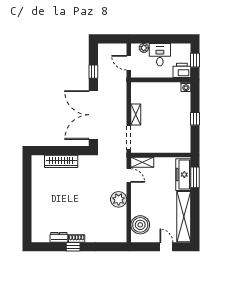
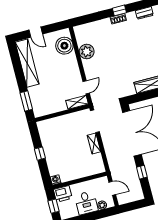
freezer: (183, 175) -> (37, 101), removed
door: (129, 176) -> (86, 87), swing flipped
plant: (119, 199) -> (87, 52), moved
dresser: (59, 237) -> (144, 13), moved

